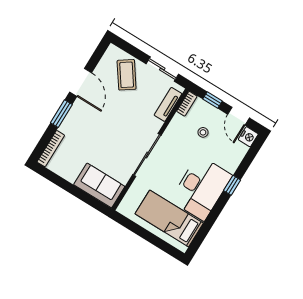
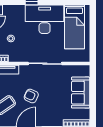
armchair: (118, 114) -> (31, 96), added
sofa: (99, 185) -> (81, 93), moved

